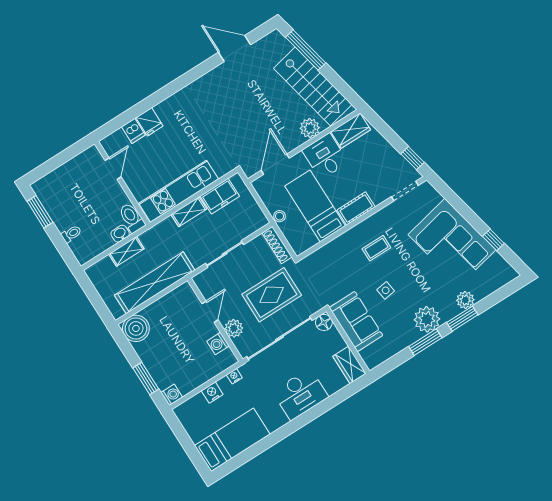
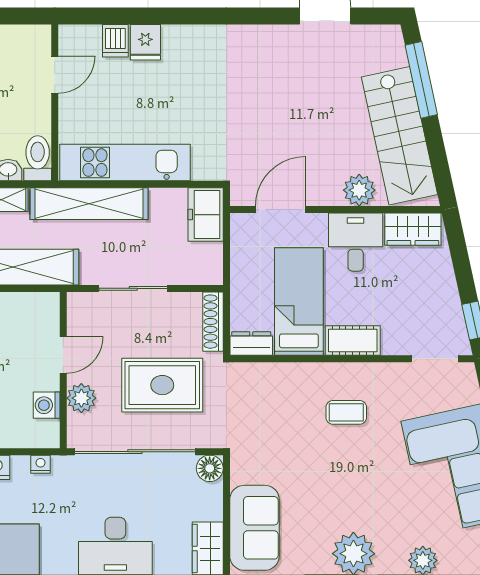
freezer: (220, 196) -> (206, 215), moved, turned 90
shelving: (189, 212) -> (89, 204), width x2.20, depth x1.33
stool: (280, 216) -> (241, 284), removed
dresser: (304, 244) -> (251, 344), added
side table: (386, 290) -> (322, 478), removed
sofa: (356, 321) -> (254, 528), moved

